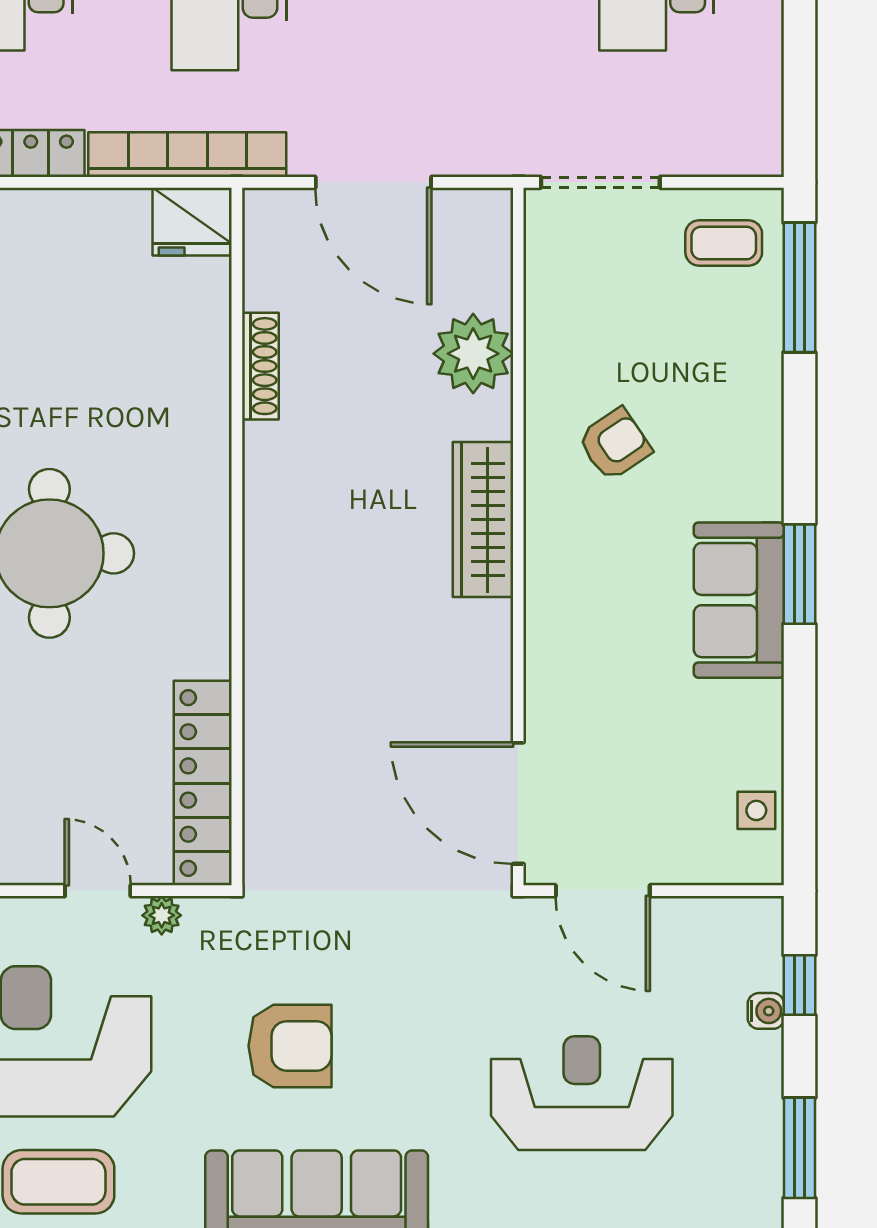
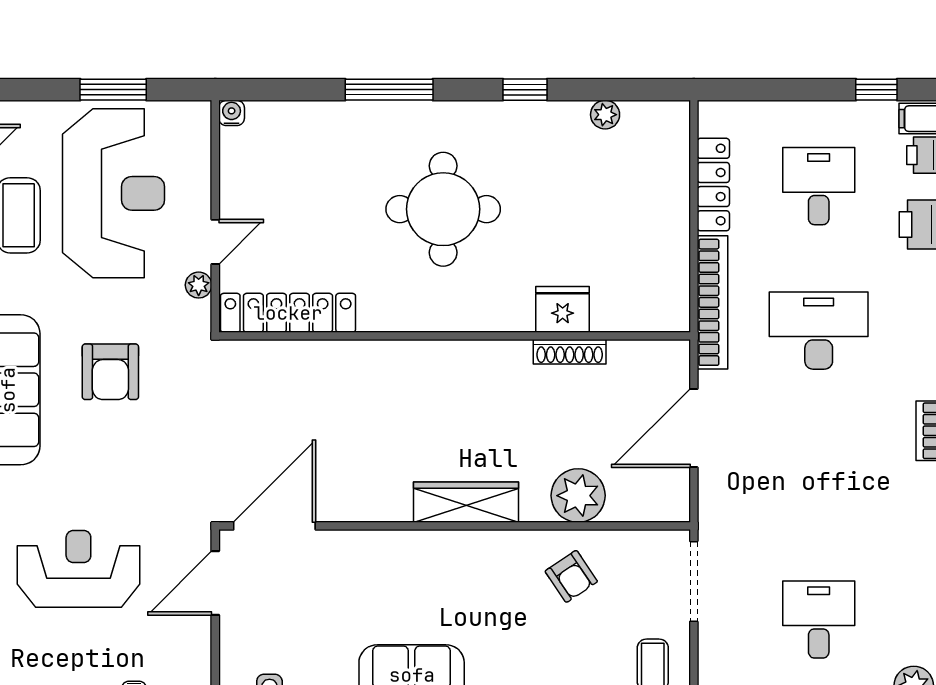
fridge: (192, 222) -> (563, 309), moved, turned 90
armchair: (615, 444) -> (571, 576), moved
reception desk: (582, 1093) -> (78, 569), turned -90

